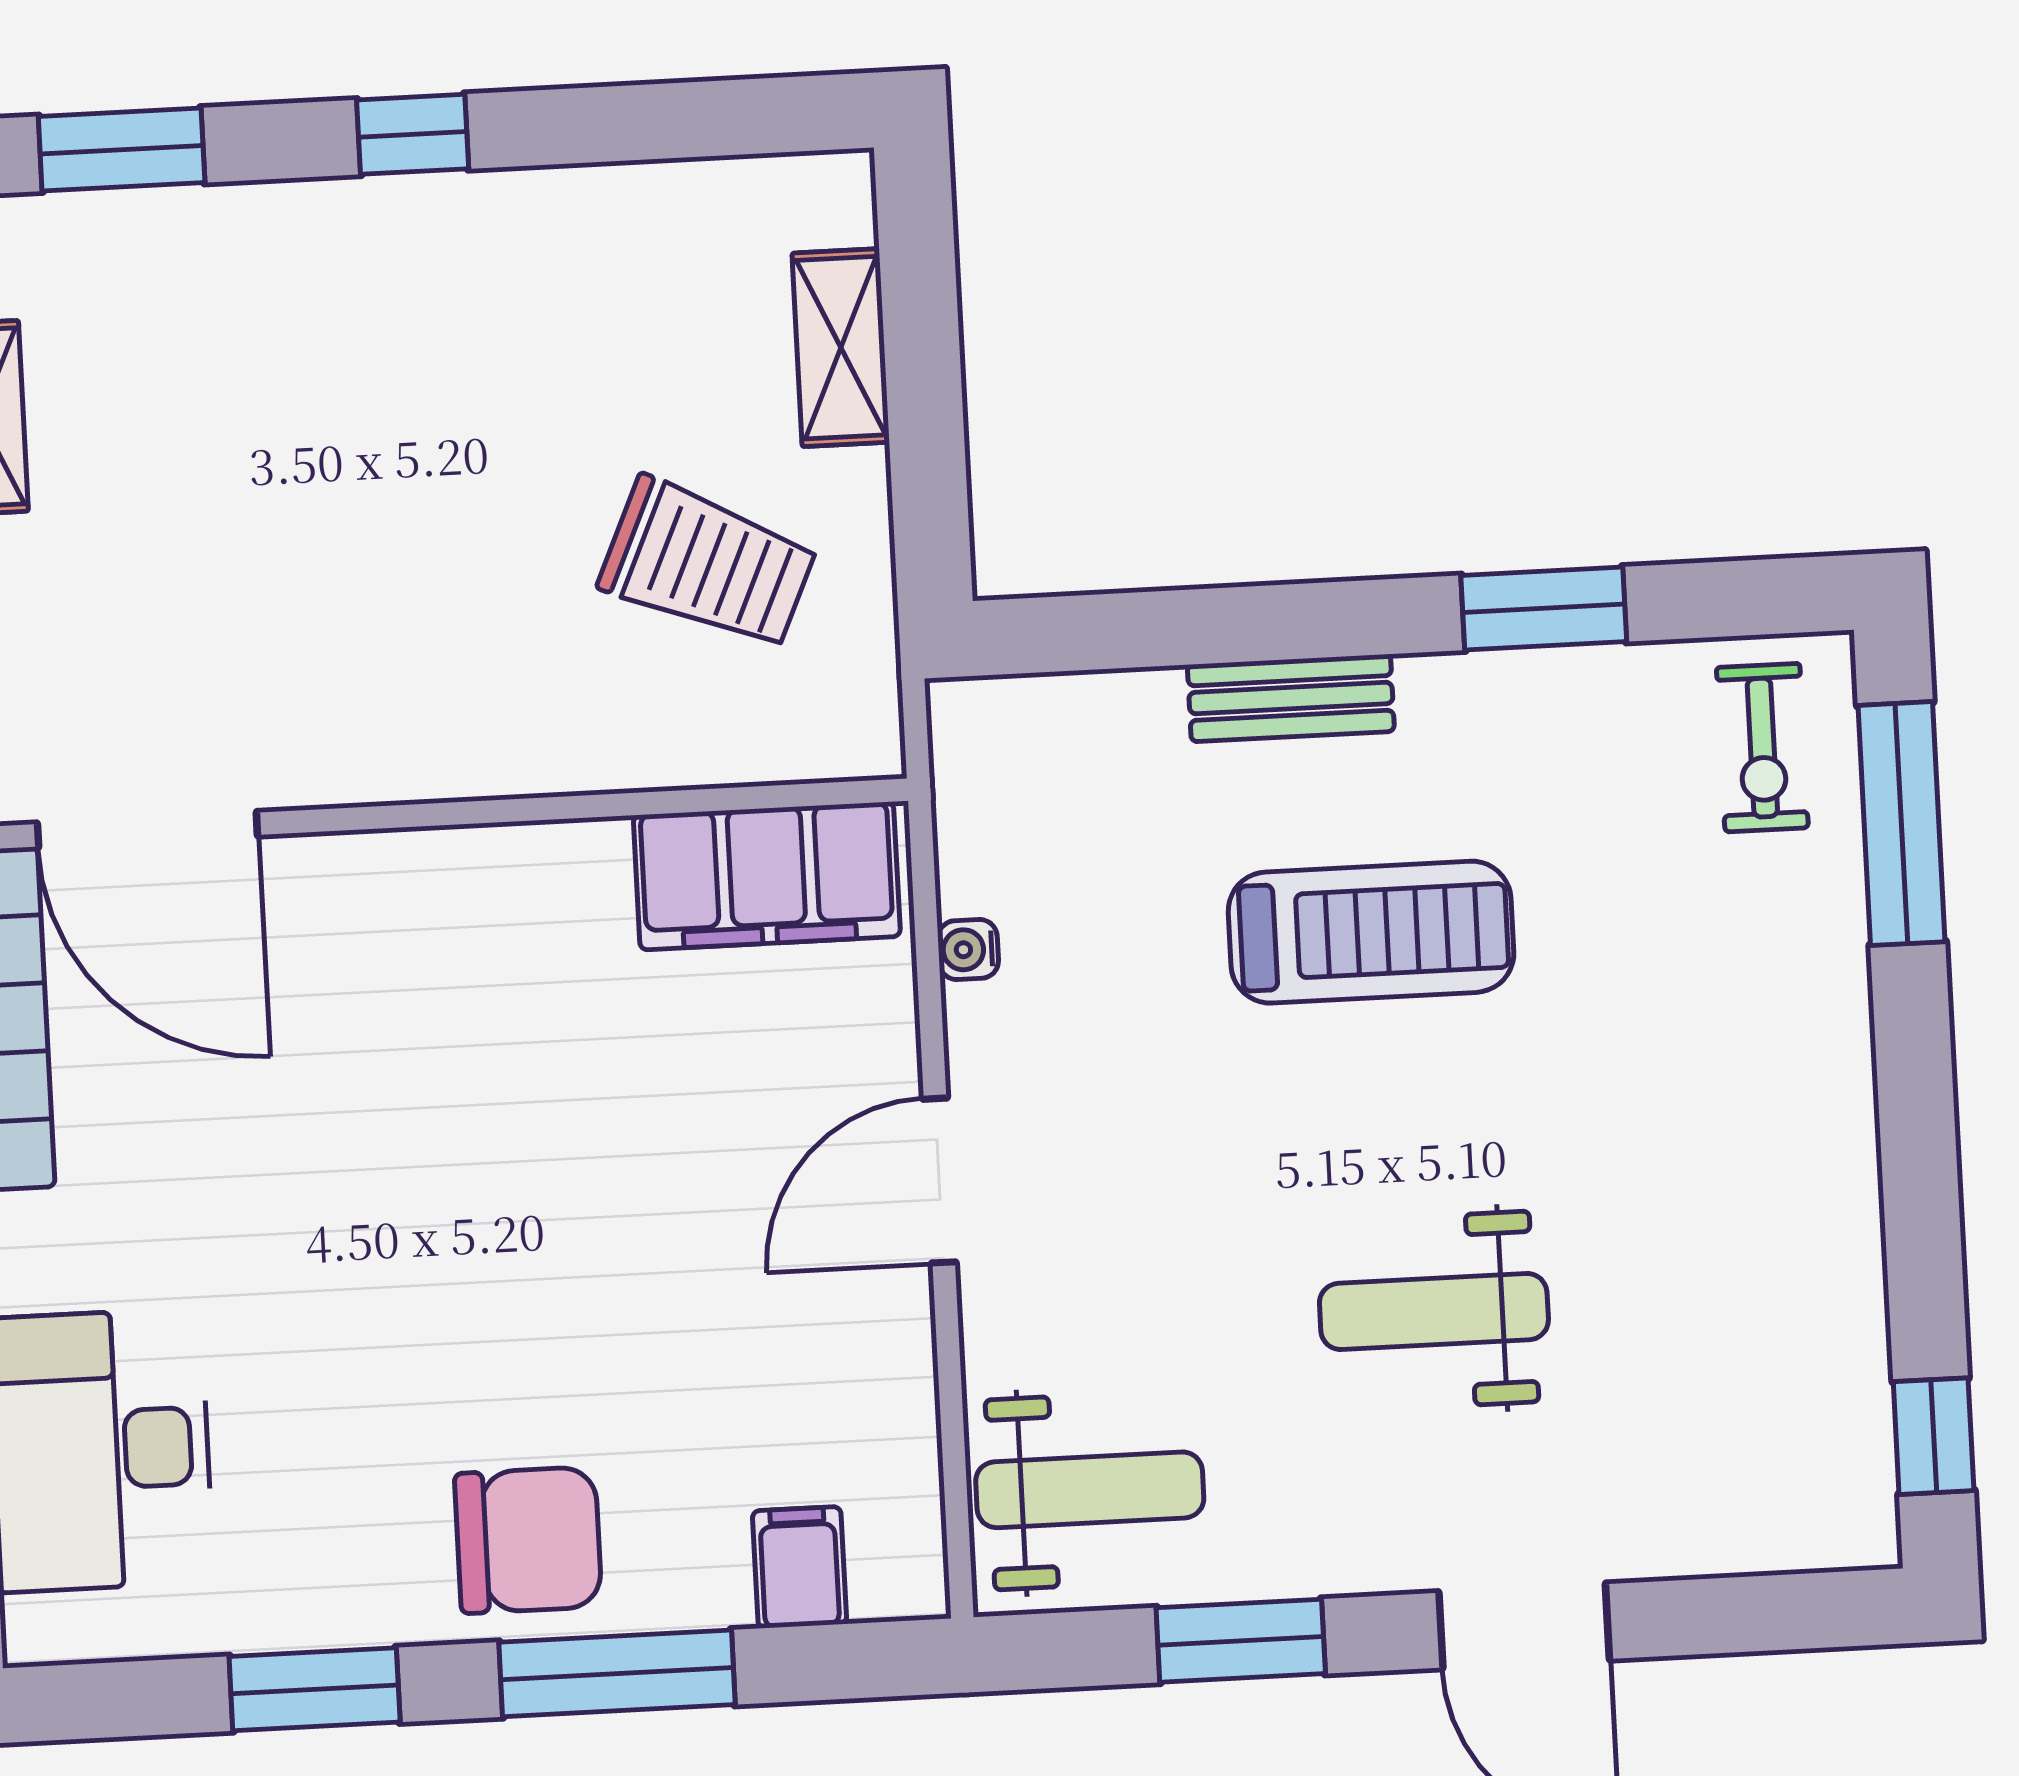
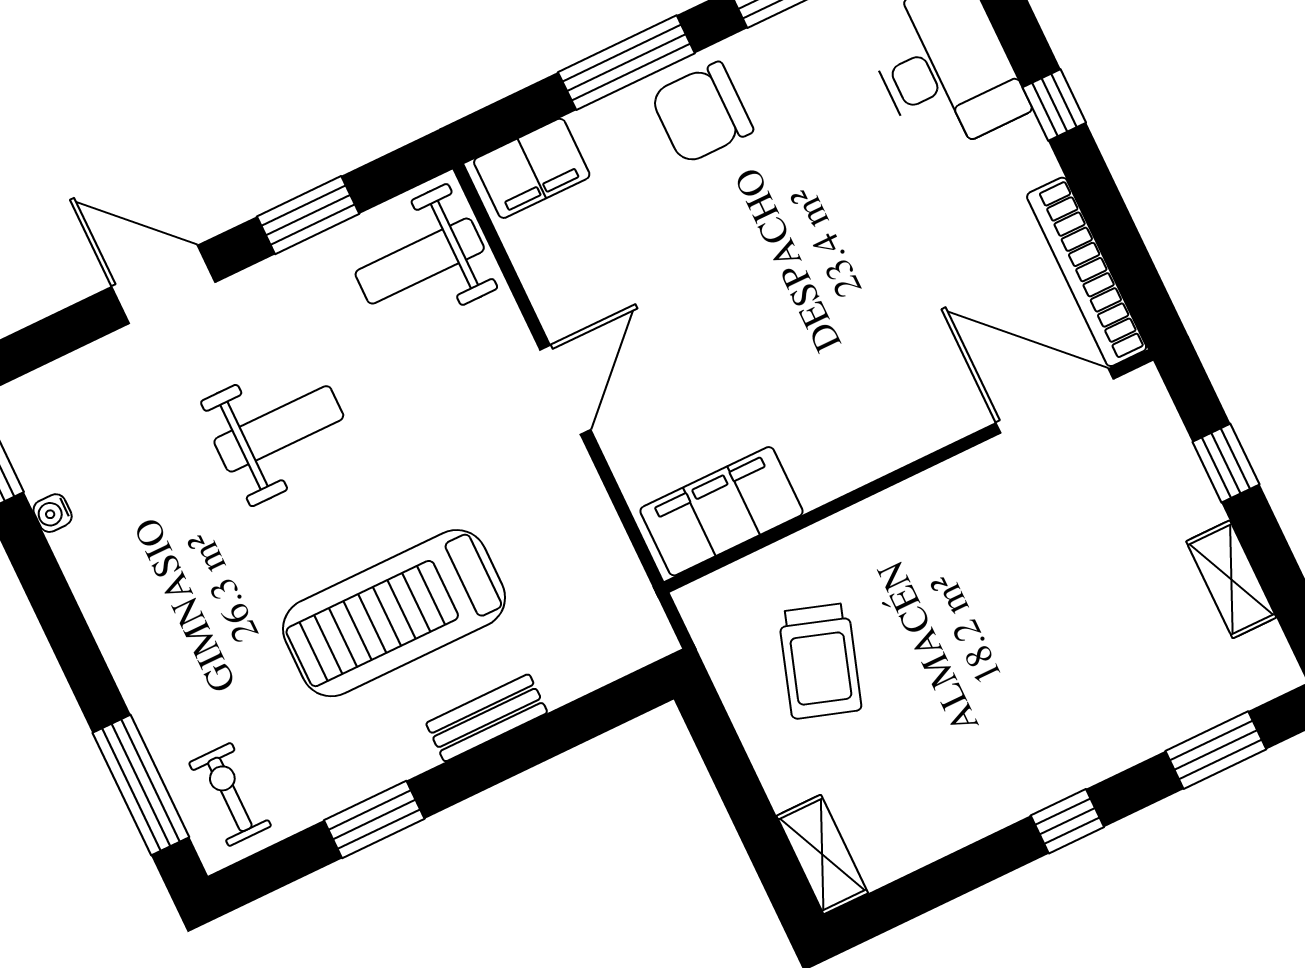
shelving: (841, 348) -> (822, 854), moved
trolley: (708, 564) -> (820, 661), turned -96
treadmill: (1371, 932) -> (394, 613), width x1.37, depth x1.38
water cooler: (968, 950) -> (53, 513), moved, turned 180
filing cabinet: (799, 1567) -> (532, 168), width x2.00

